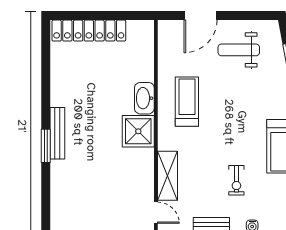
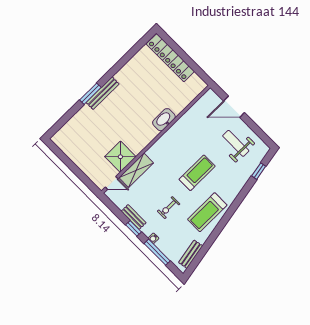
treadmill: (187, 102) -> (197, 173), moved
shower: (138, 131) -> (120, 157), moved
door: (156, 213) -> (112, 183), hinge flipped

